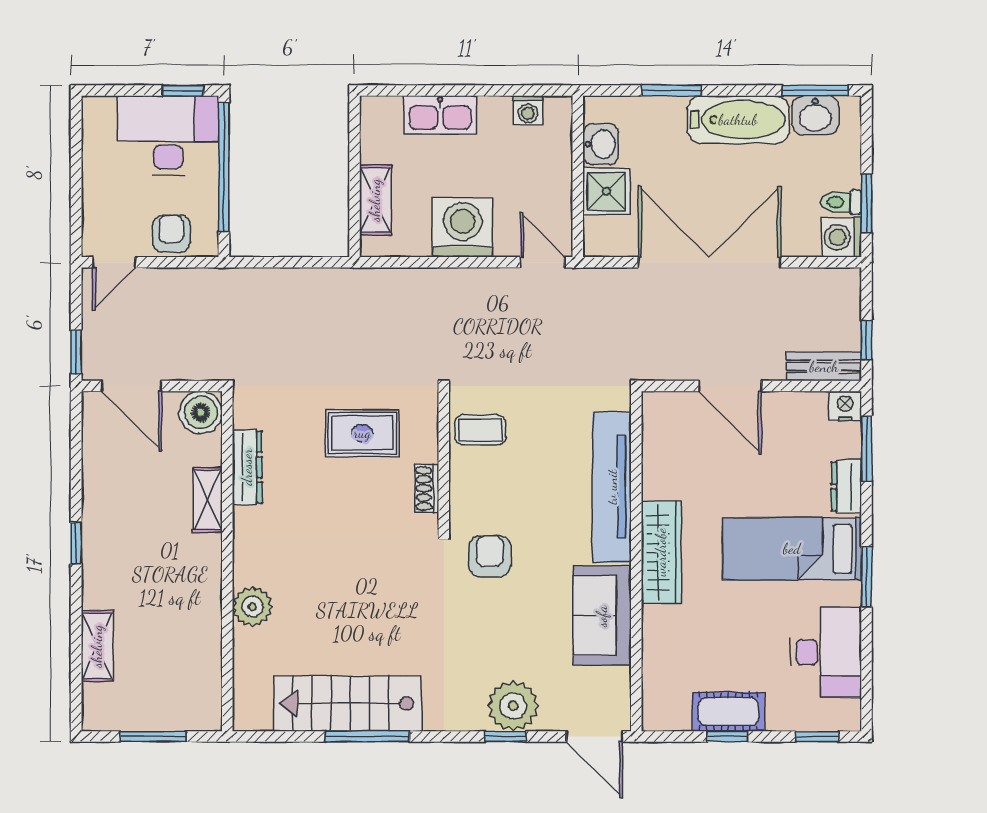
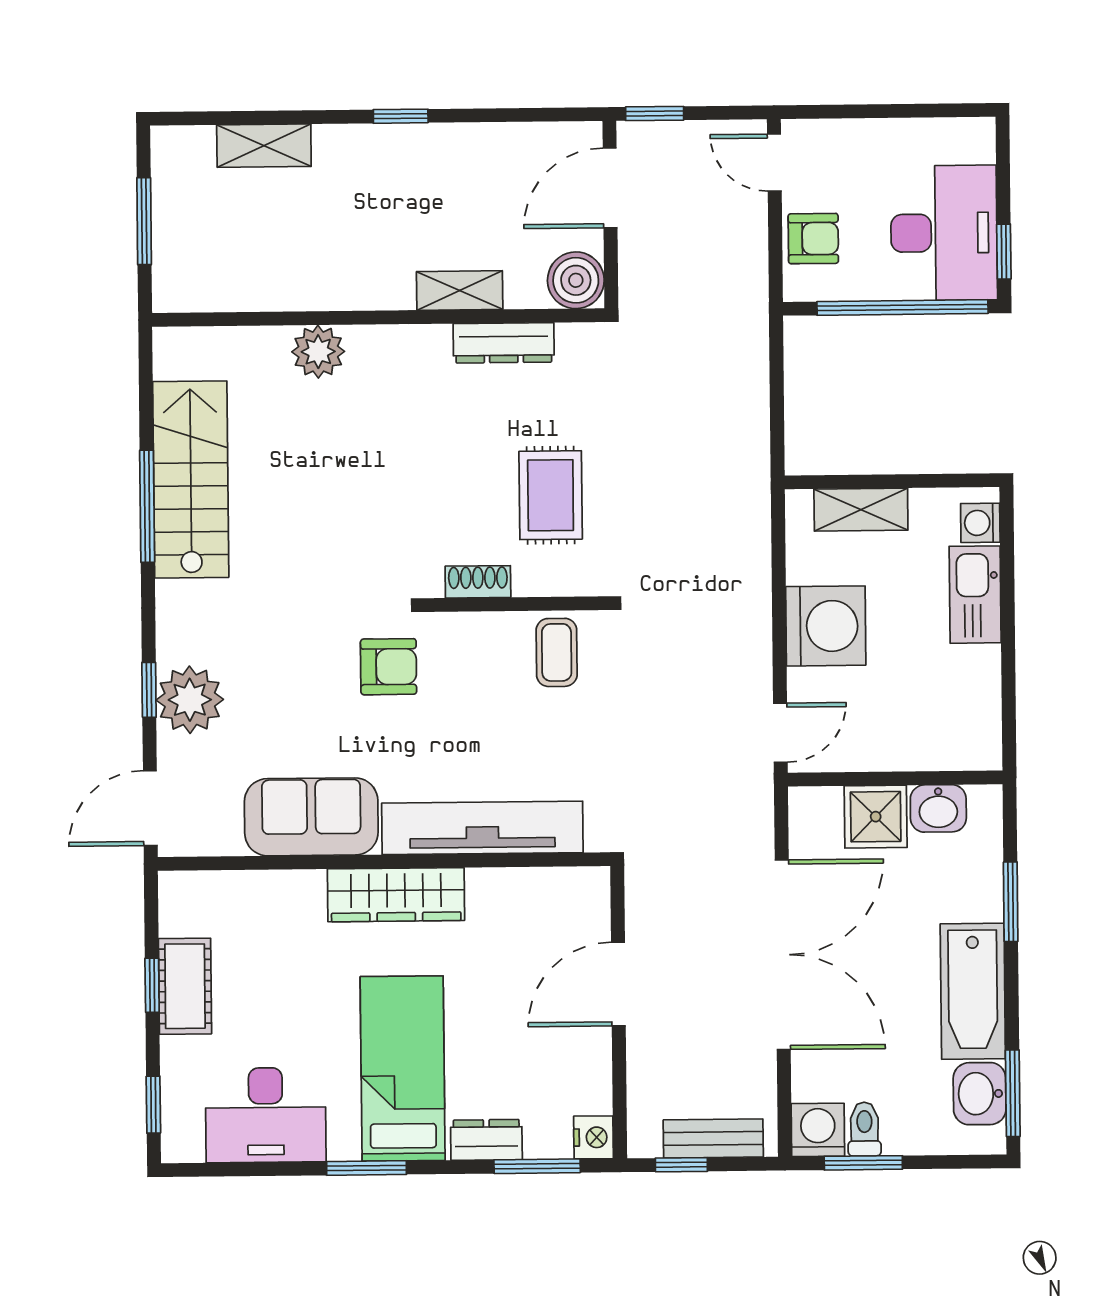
washing machine: (528, 110) -> (980, 523), moved
bench: (824, 367) -> (713, 1138), moved, turned 90

